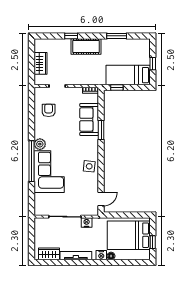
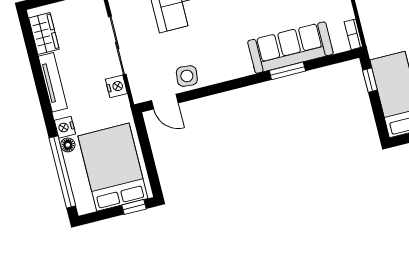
sofa: (89, 119) -> (290, 48), width x1.36
side table: (89, 166) -> (187, 76), moved
window: (153, 242) -> (134, 207), moved
window: (125, 262) -> (62, 172), added

